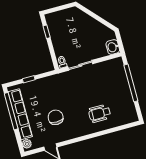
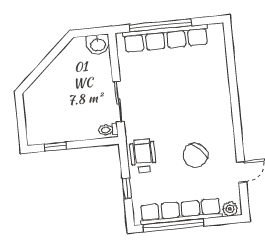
row of seats: (123, 87) -> (166, 38), added
wheelchair: (100, 113) -> (143, 156), moved, turned 180
chair: (56, 117) -> (195, 155), turned -47

